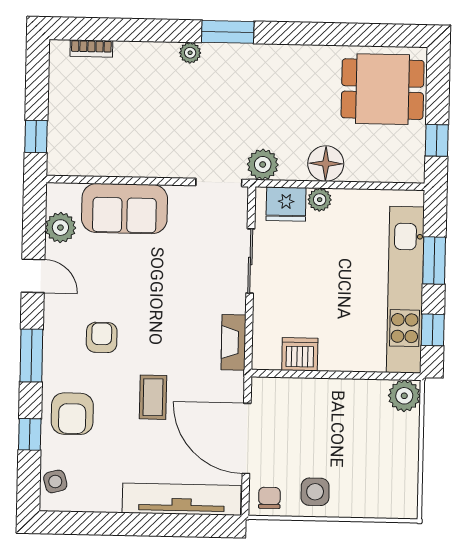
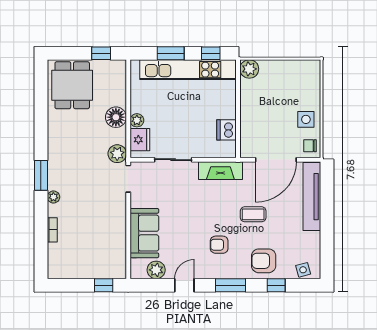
bookcase: (91, 48) -> (52, 230), moved
fireplace: (233, 342) -> (220, 171), width x1.37, depth x1.32
armchair: (72, 414) -> (264, 261), turned 180

